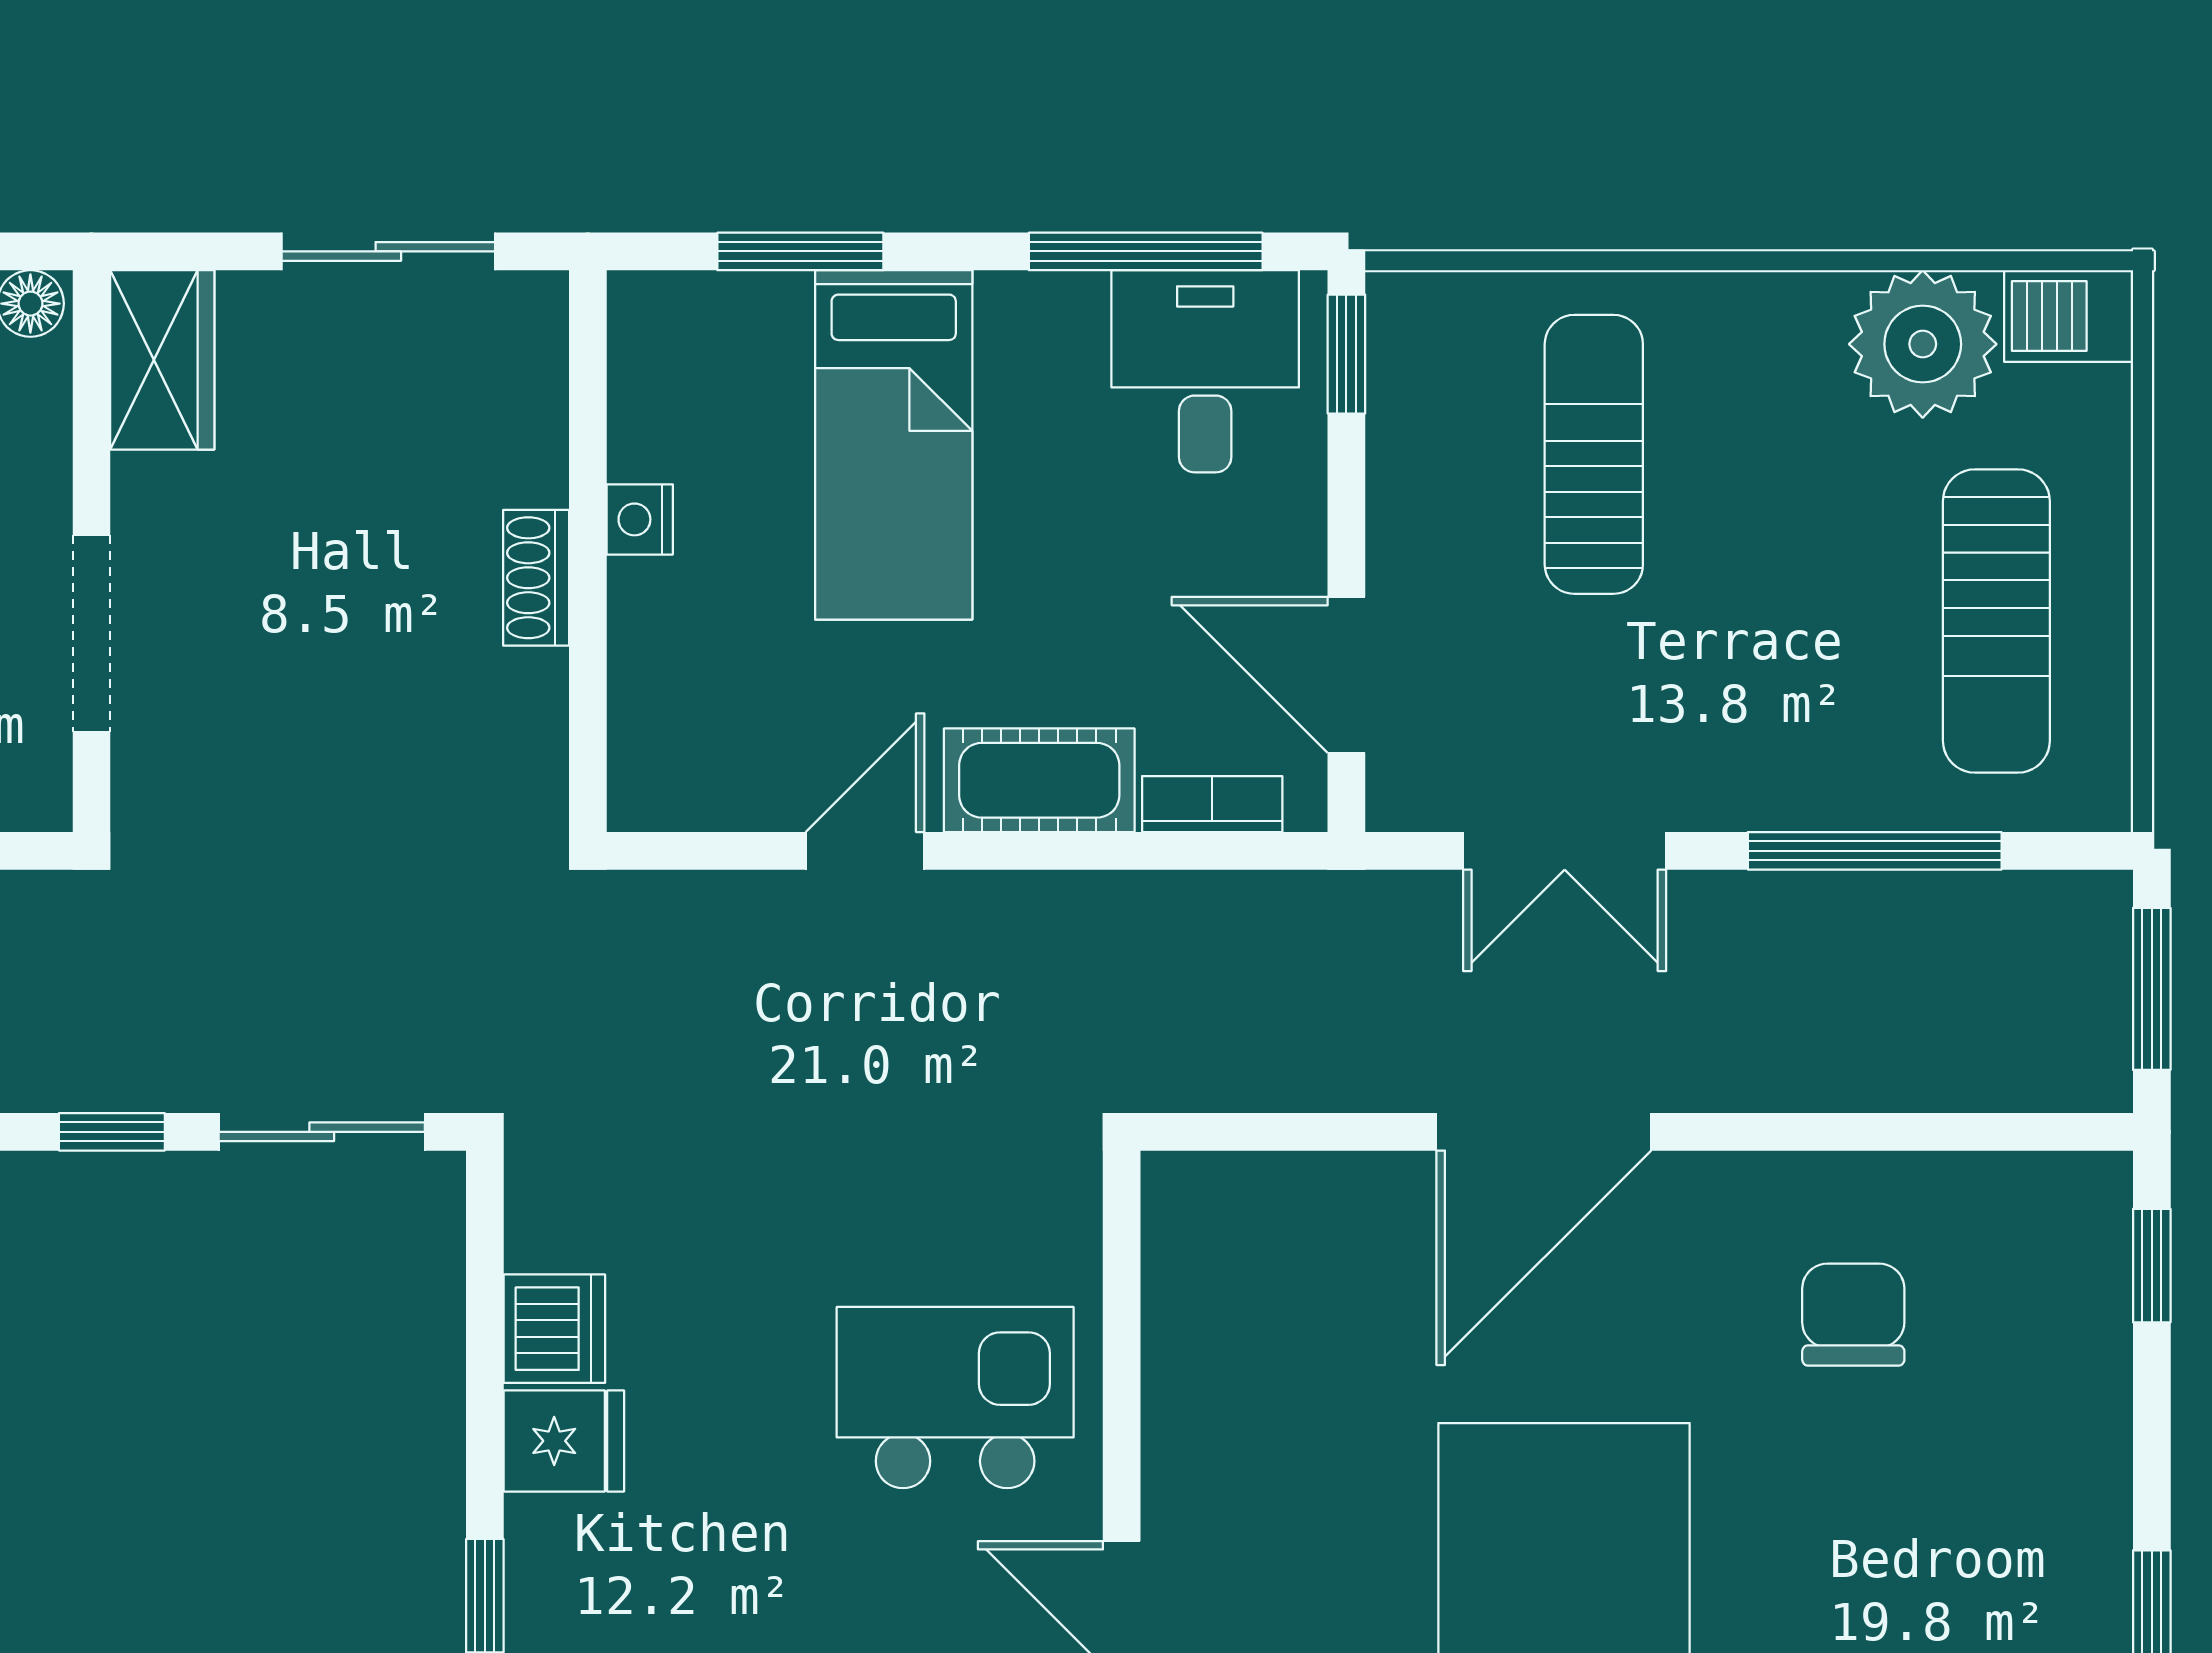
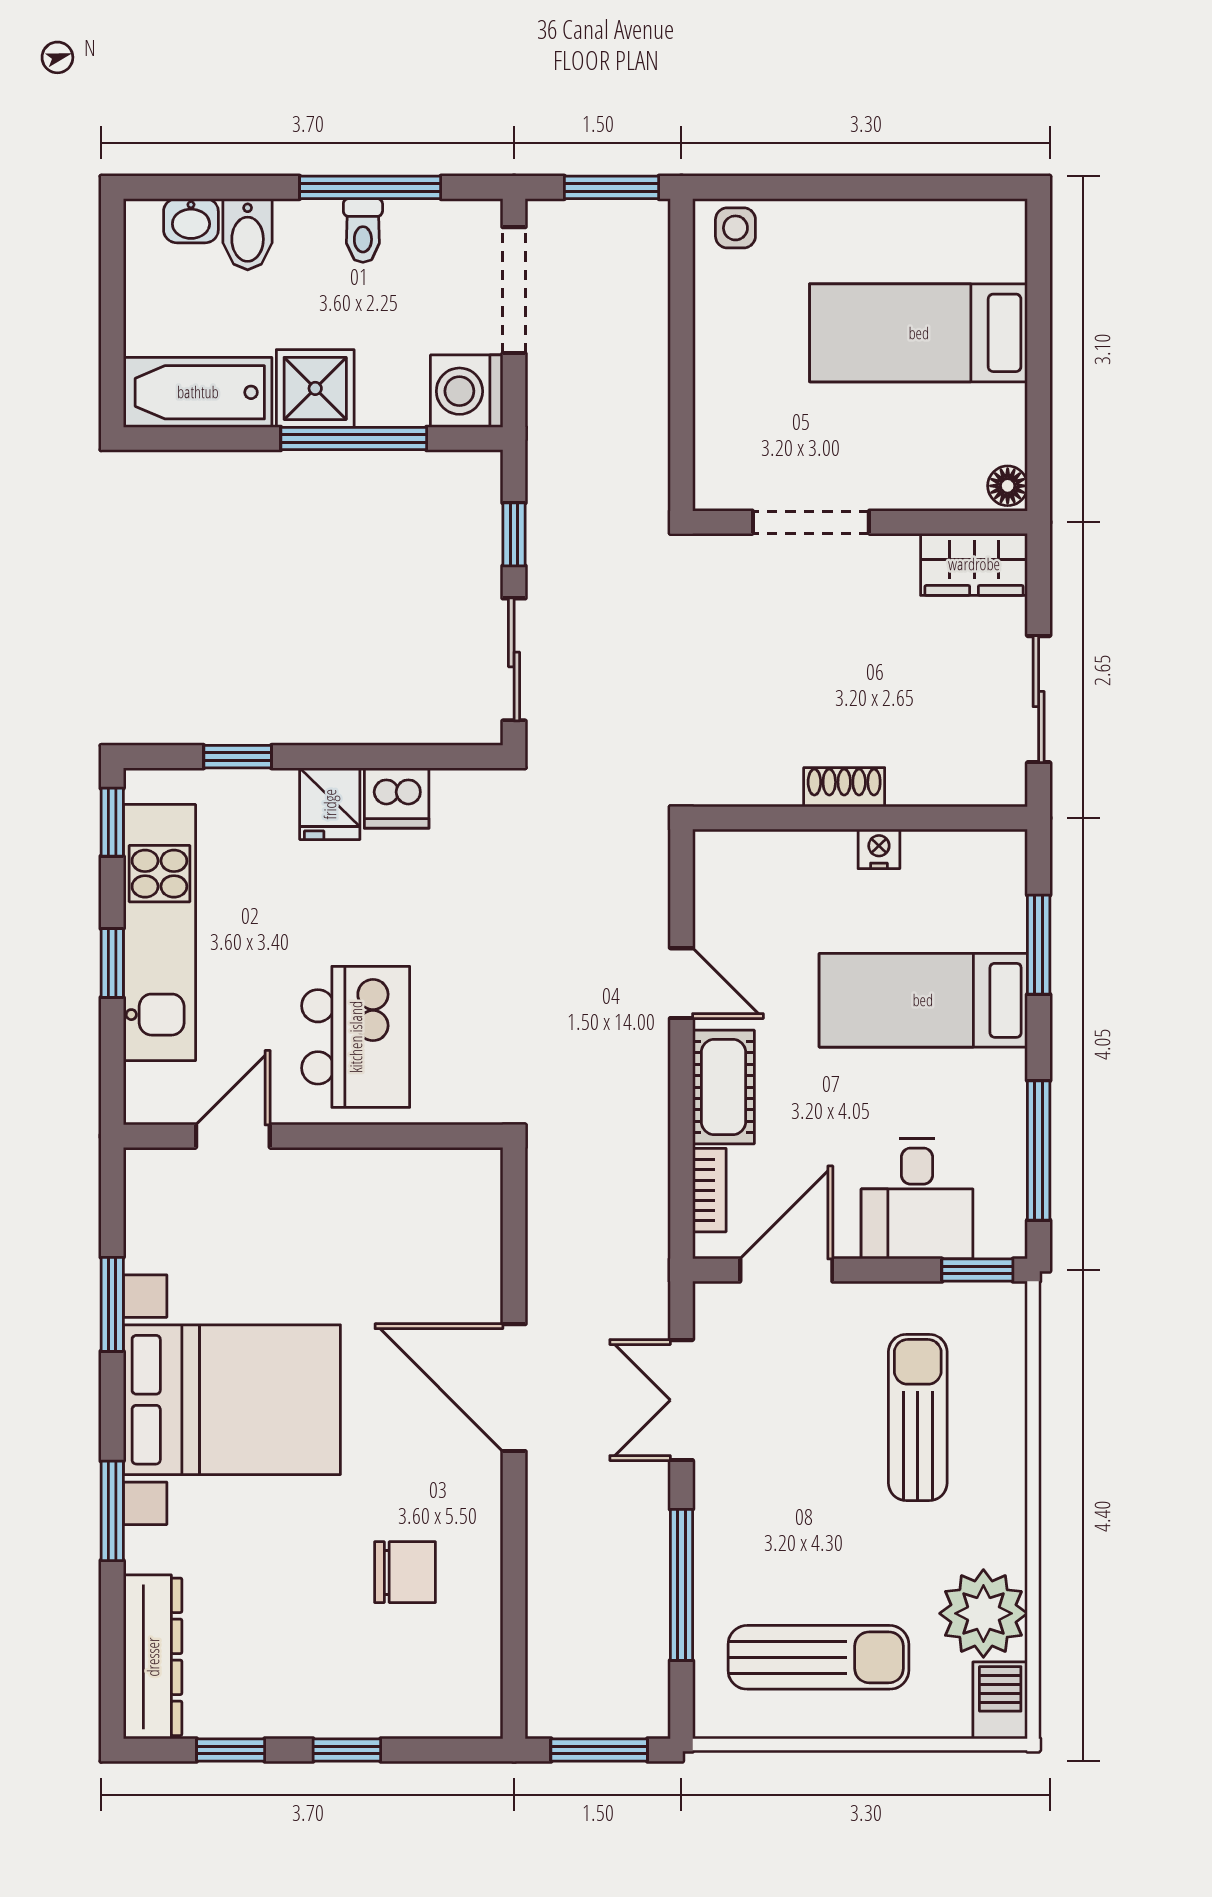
desk: (1205, 371) -> (917, 1199), moved, turned 90
sun lounger: (1594, 454) -> (918, 1417), turned -90
sun lounger: (1996, 621) -> (818, 1657), turned 180
window: (2152, 1266) -> (347, 1750), moved

